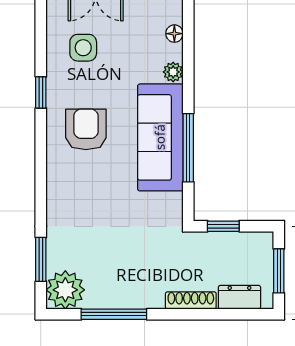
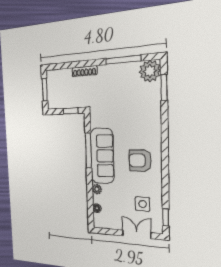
window: (41, 92) -> (166, 217), moved
armchair: (86, 129) -> (140, 161), turned 90
dresser: (239, 297) -> (62, 75), removed

